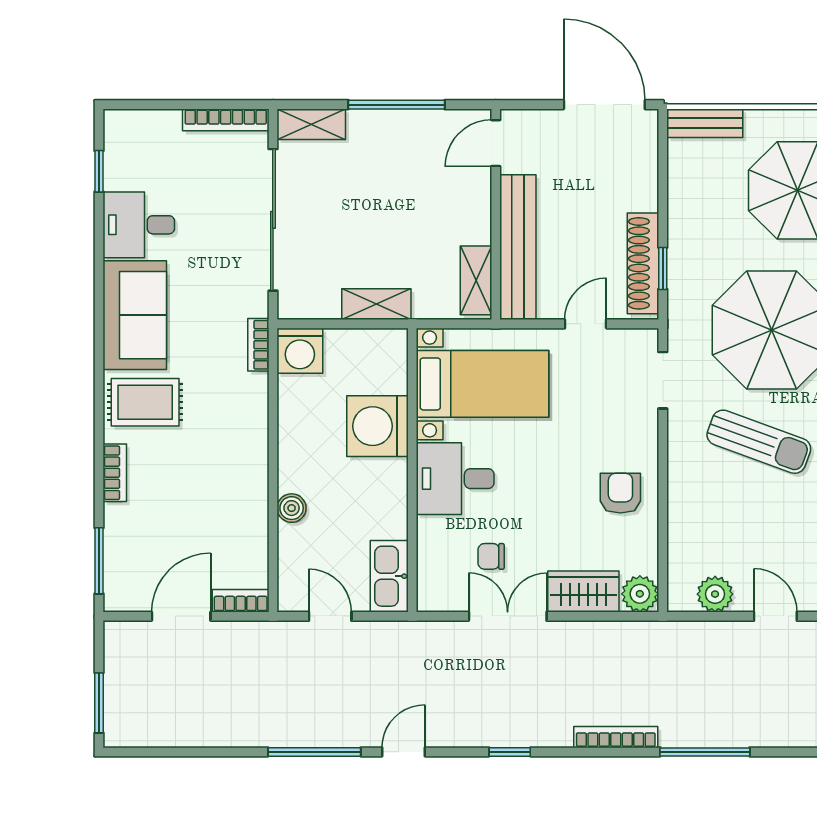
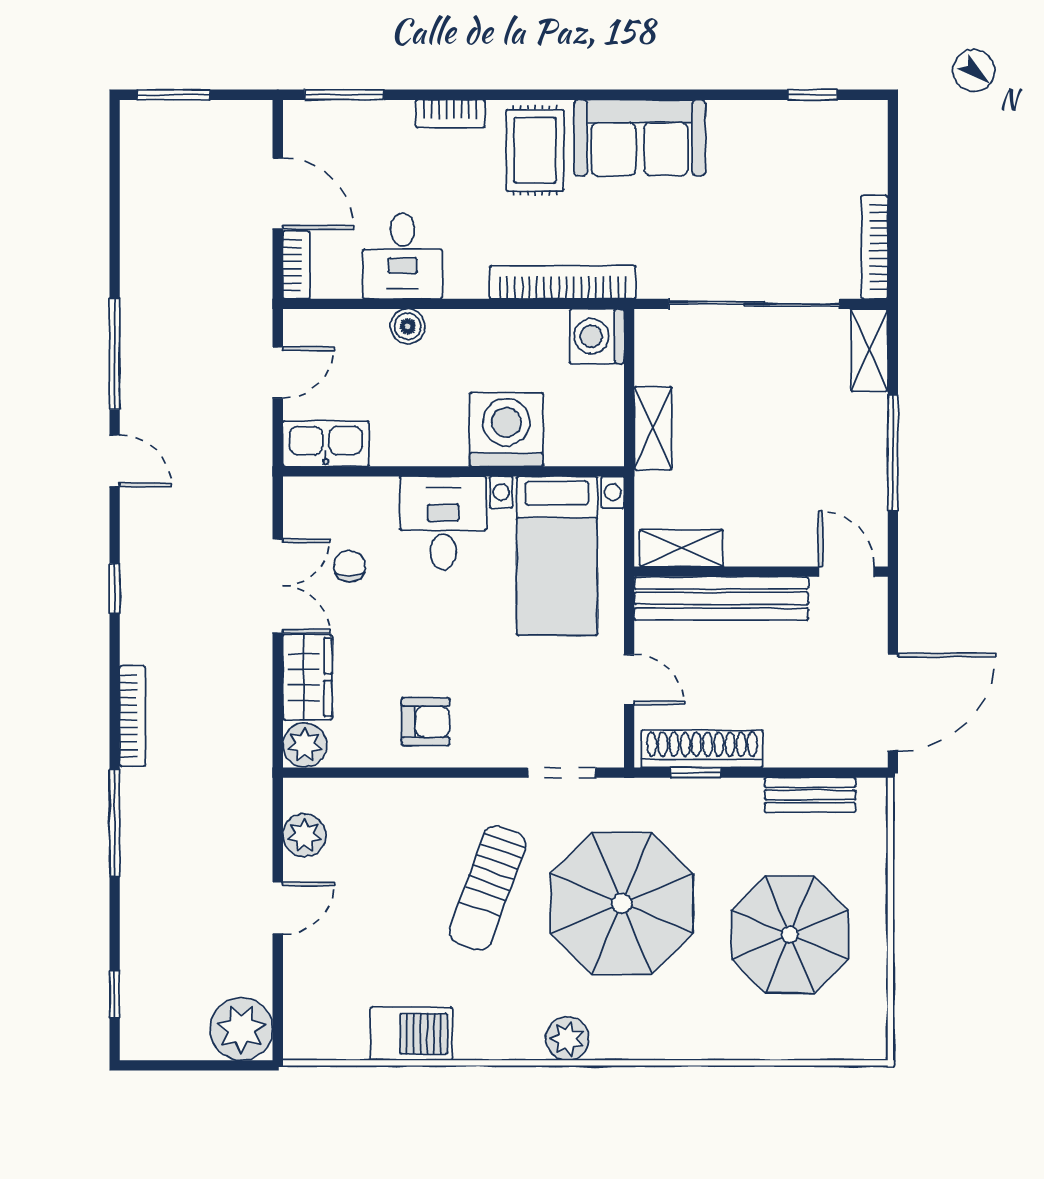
bench: (705, 123) -> (810, 795), moved, turned 90
desk: (139, 225) -> (403, 256), moved, turned 180
bookcase: (258, 345) -> (563, 282), width x2.31, depth x1.31

